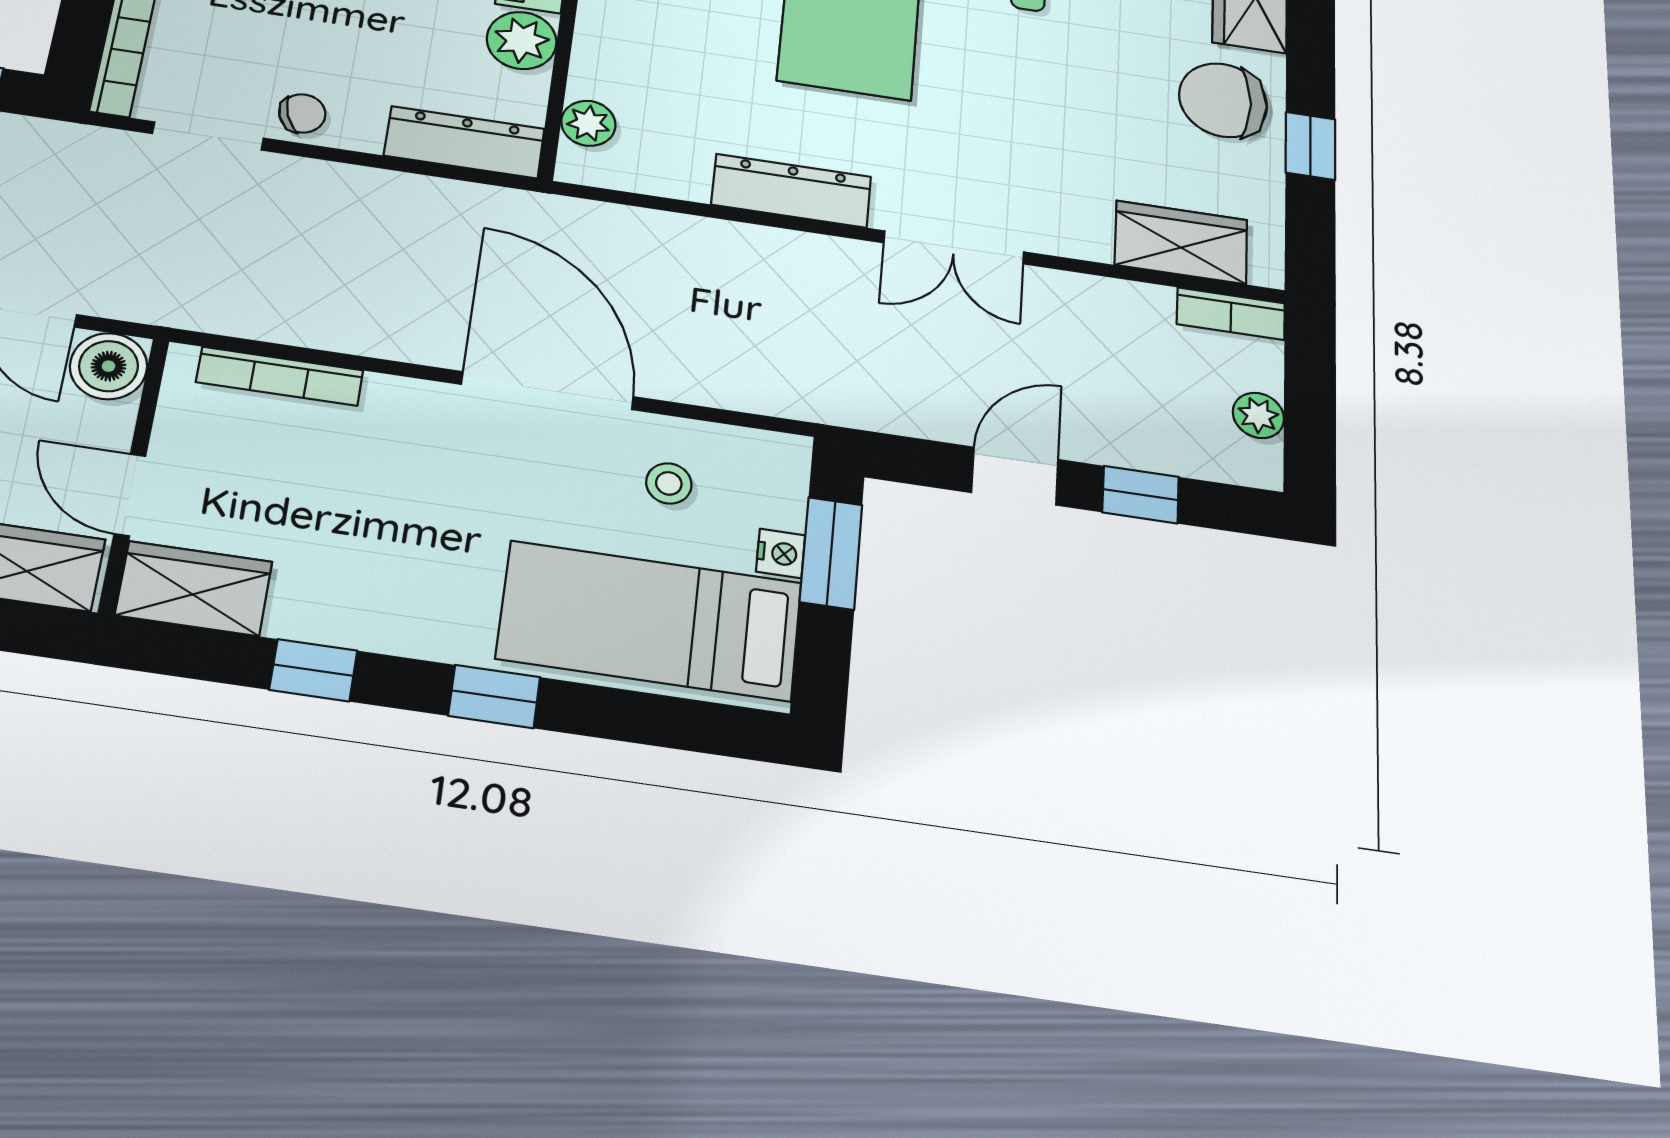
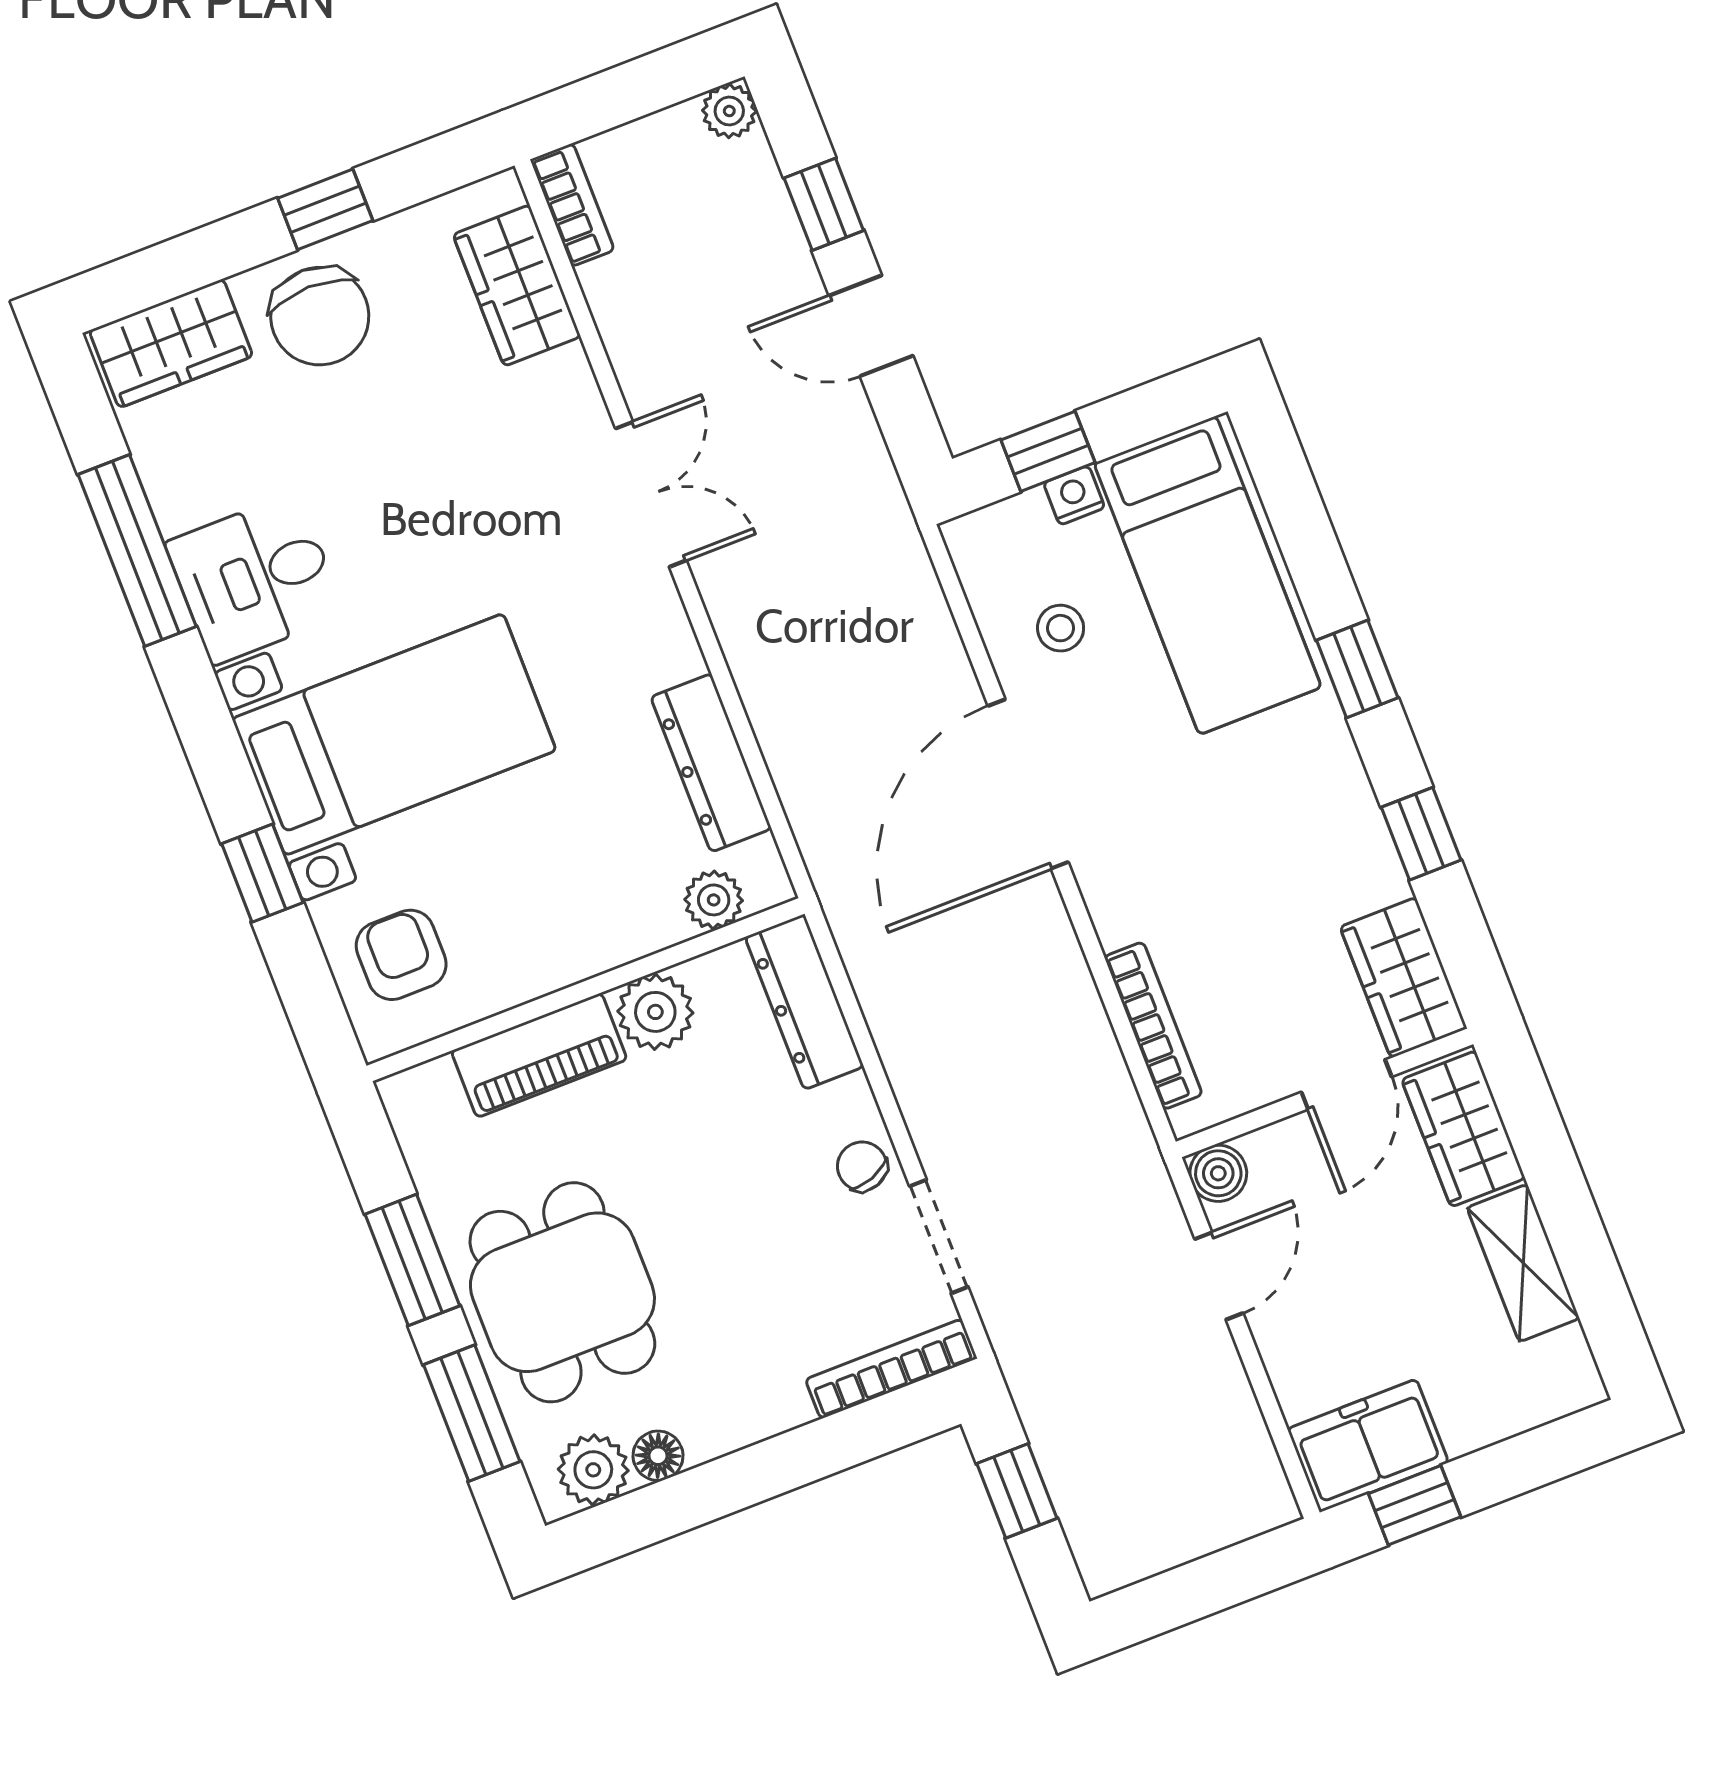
dresser: (791, 191) -> (711, 763), moved
boiler: (109, 366) -> (1218, 1173), width x0.73, depth x0.73
plant: (1258, 415) -> (729, 111), moved
window: (831, 553) -> (1048, 451), width x0.67

